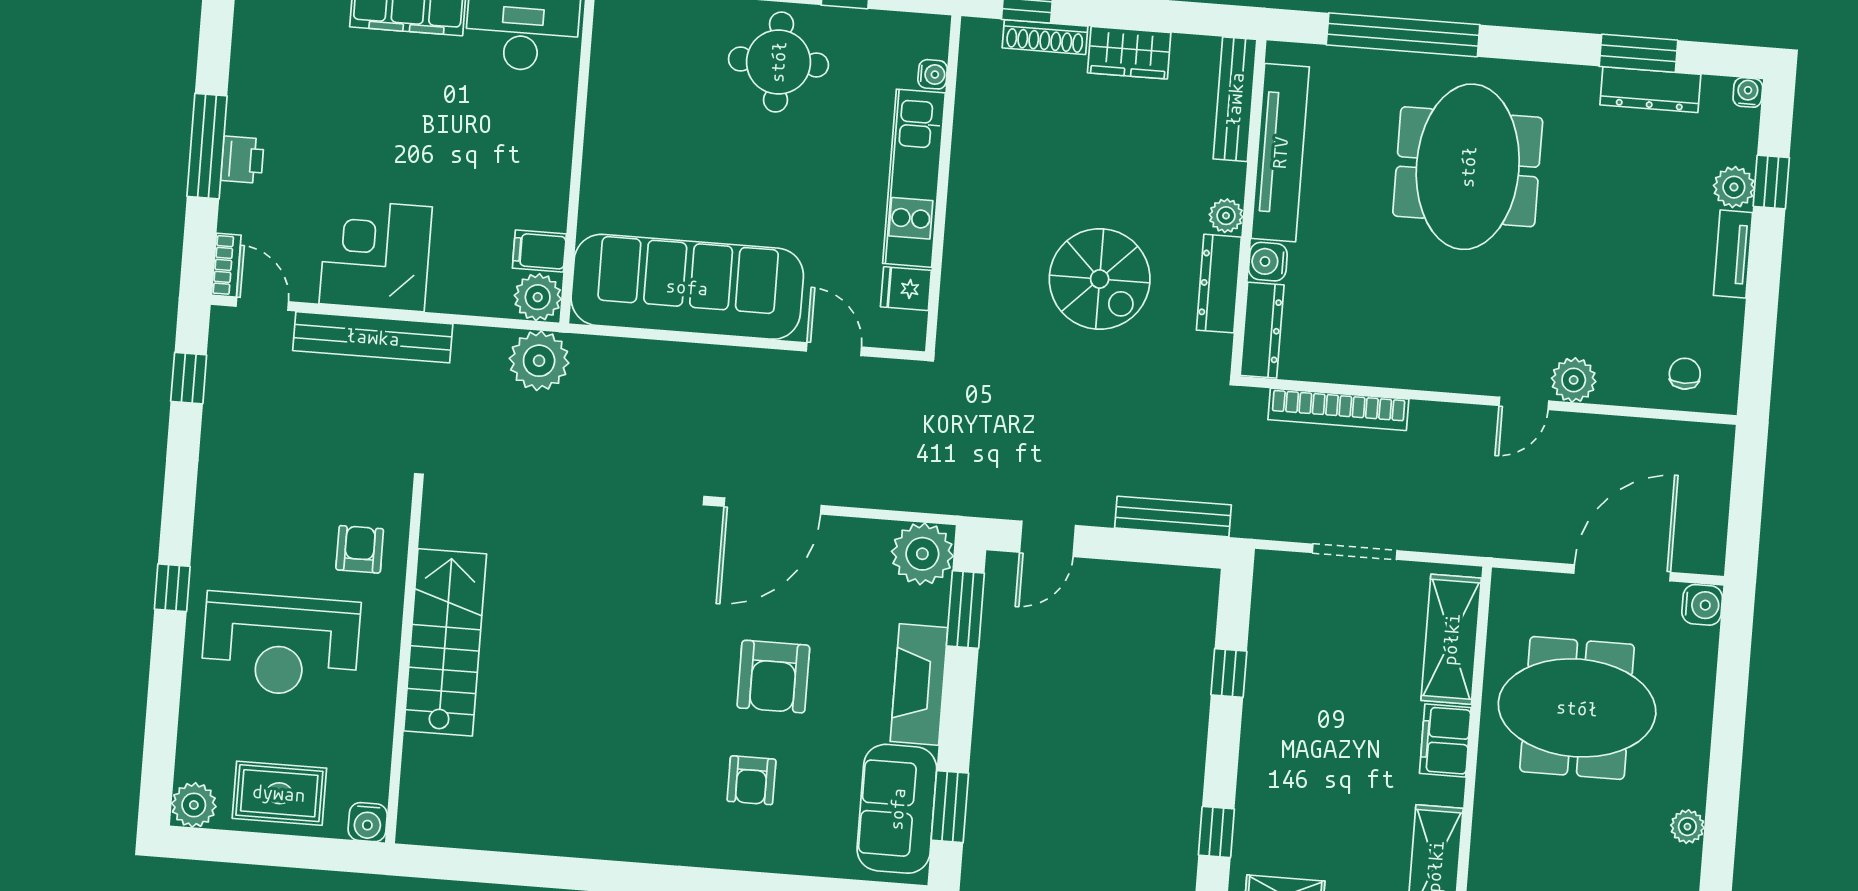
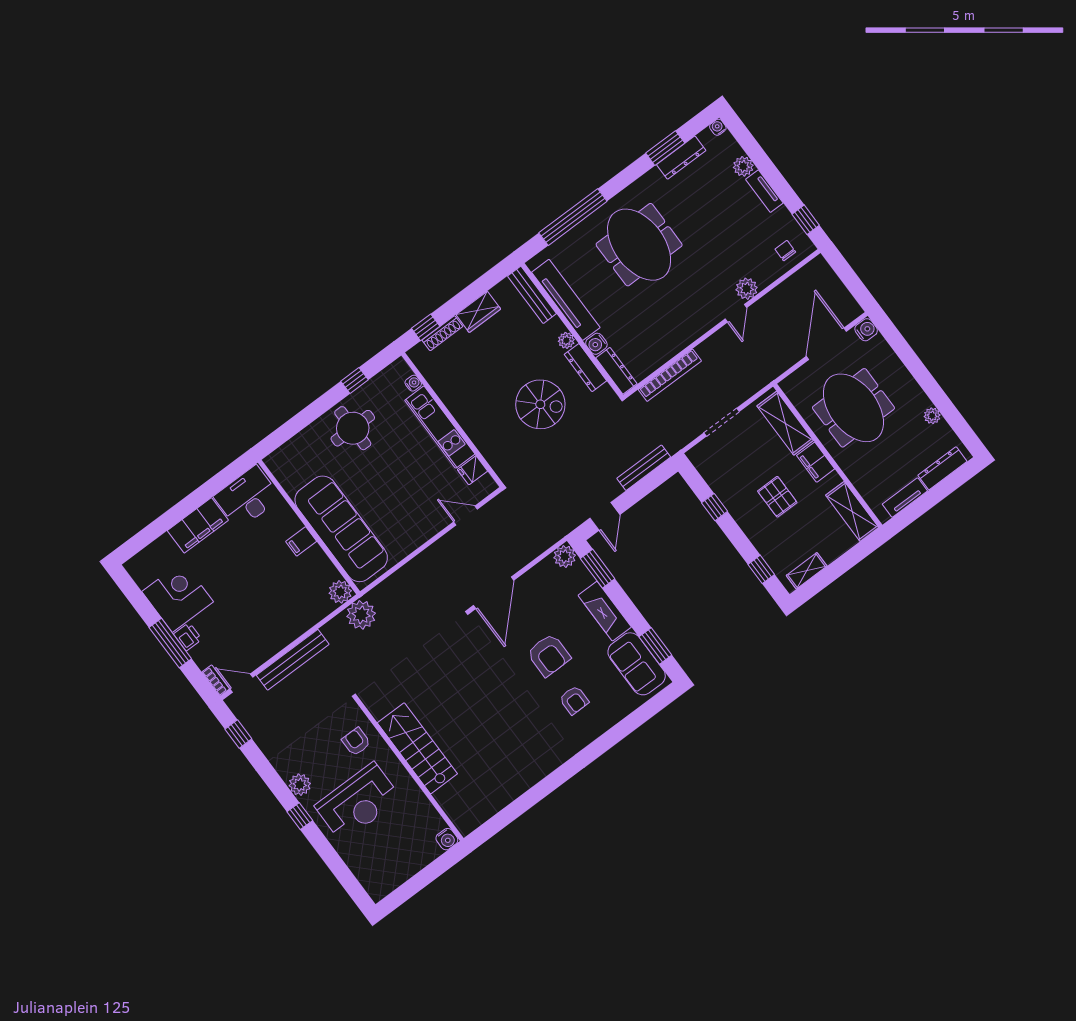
window: (1771, 182) -> (806, 220), moved
filing cabinet: (539, 251) -> (301, 541), moved
corner desk: (376, 255) -> (178, 597), moved, turned 90
sofa: (687, 287) -> (341, 529), moved, turned 90
plant: (922, 554) -> (565, 556), width x0.73, depth x0.73
meeting table: (1577, 708) -> (853, 408), turned 90
pallet: (1340, 742) -> (777, 497), added
rug: (279, 793) -> (405, 857), removed
plant: (194, 805) -> (300, 785), moved

